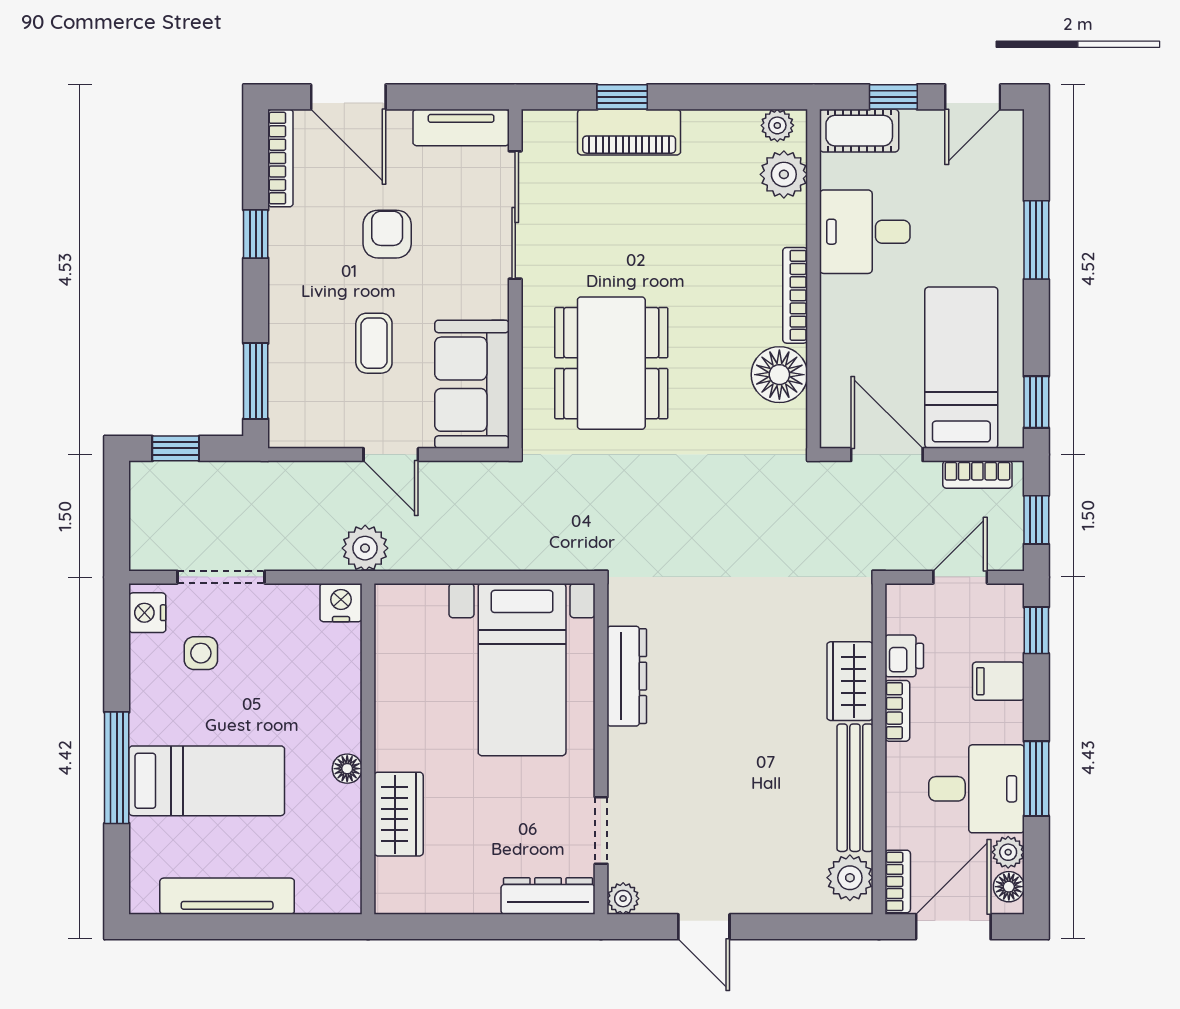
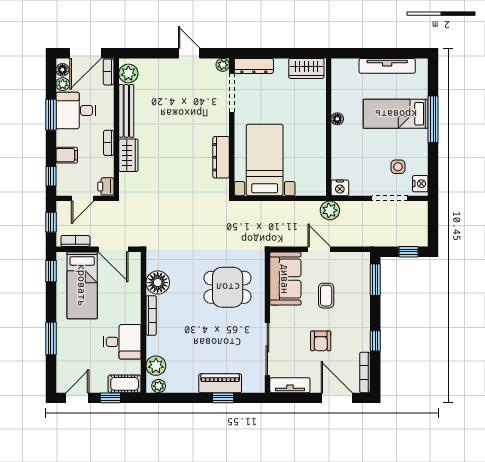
dining table: (611, 363) -> (228, 287), width x0.73
printer: (904, 656) -> (106, 186), moved
wardrobe: (399, 814) -> (306, 68), moved, turned -90
doorway: (601, 831) -> (232, 93), width x1.38

